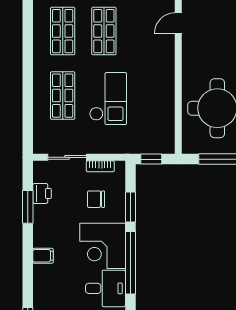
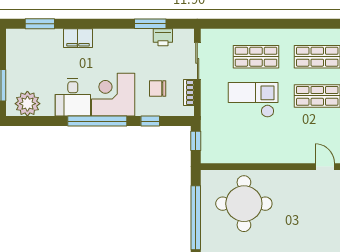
checkout: (108, 99) -> (253, 100), turned 180
chair: (96, 199) -> (158, 88), turned -90
window: (130, 207) -> (150, 121), width x0.67
filing cabinet: (43, 256) -> (78, 38), moved, width x2.00

